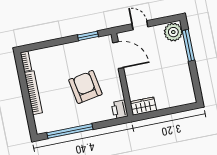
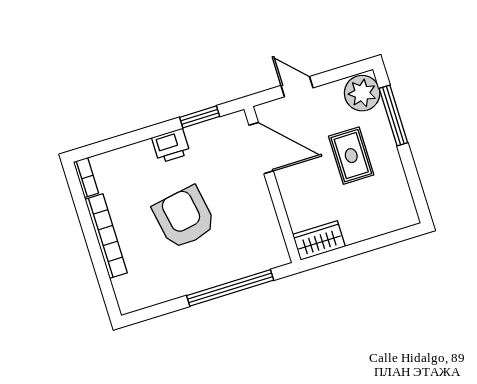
rug: (164, 64) -> (351, 156), added
armchair: (85, 87) -> (184, 218), moved
printer: (120, 109) -> (171, 146), moved, turned -90
window: (70, 131) -> (230, 288), moved

